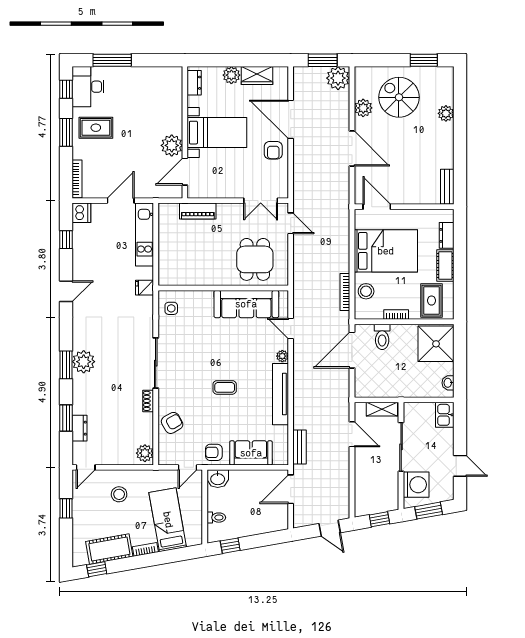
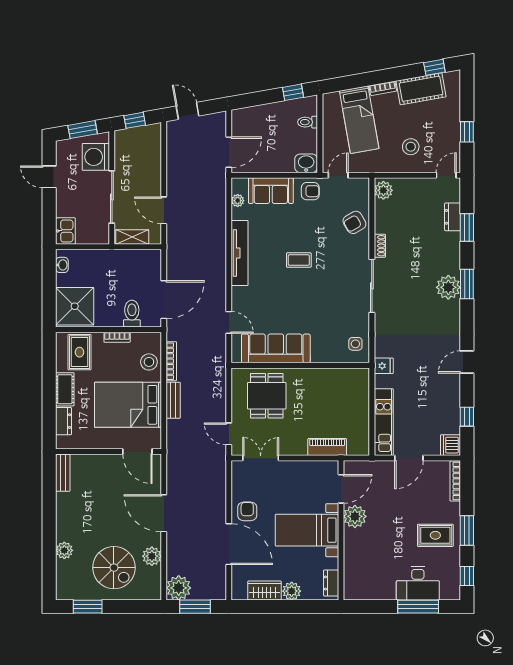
desk: (88, 87) -> (418, 583), moved, turned 90
plant: (282, 356) -> (238, 201), moved
bench: (299, 447) -> (173, 400), moved

